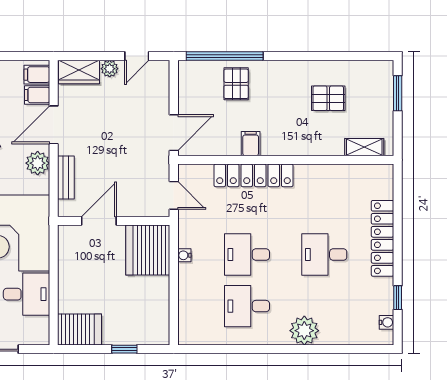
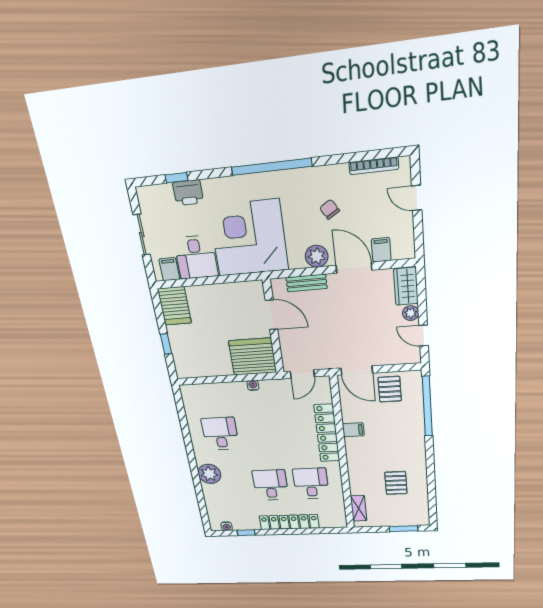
filing cabinet: (37, 75) -> (169, 269), moved
pallet: (236, 84) -> (390, 389), moved, turned 90
desk: (247, 255) -> (311, 483), moved

